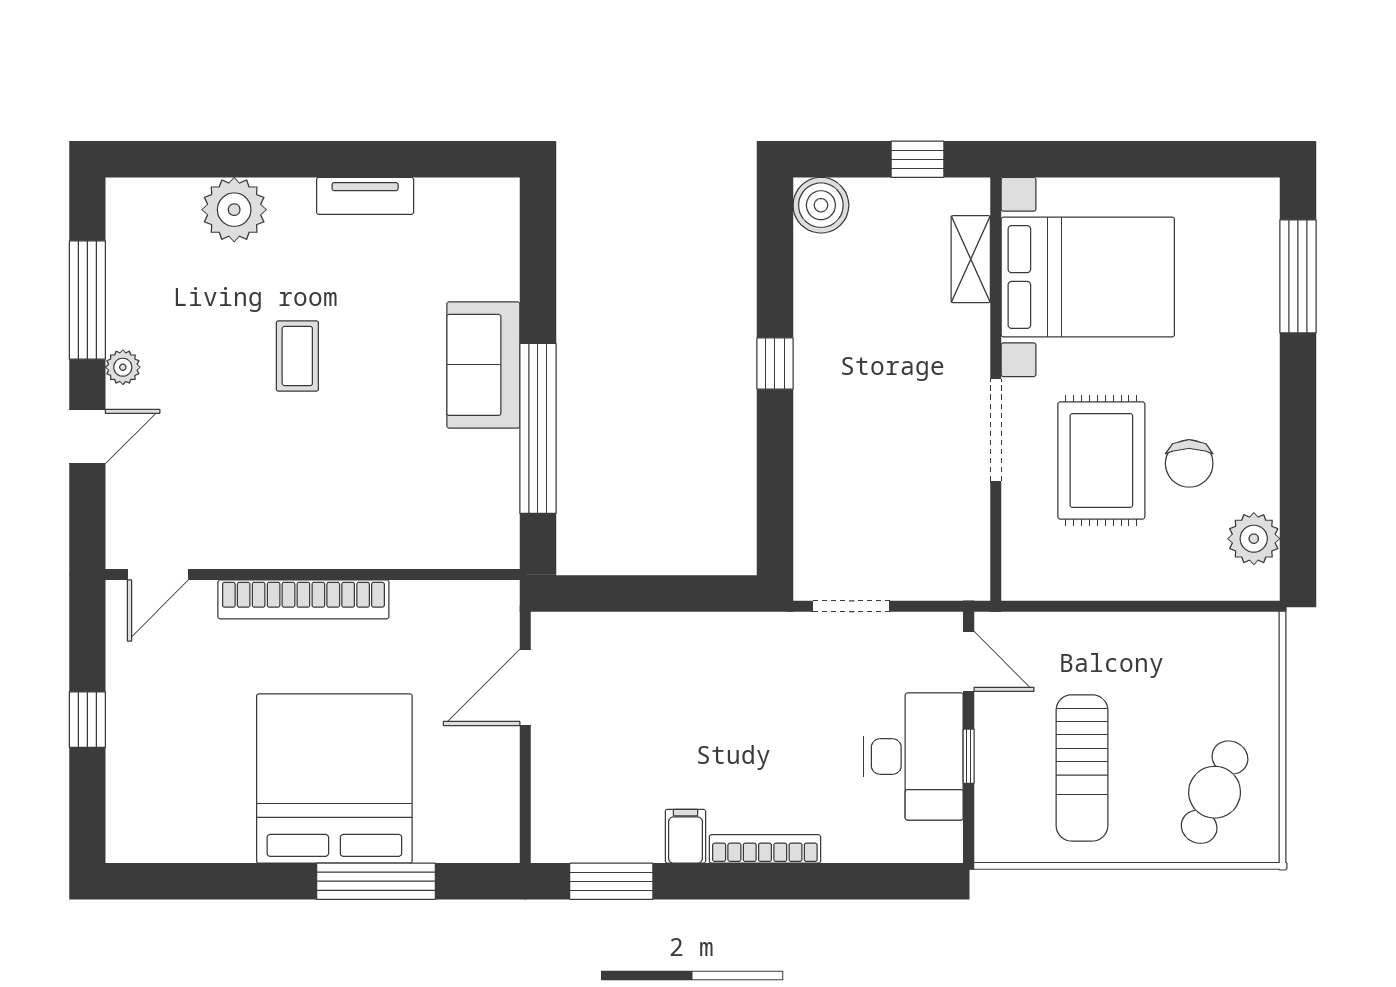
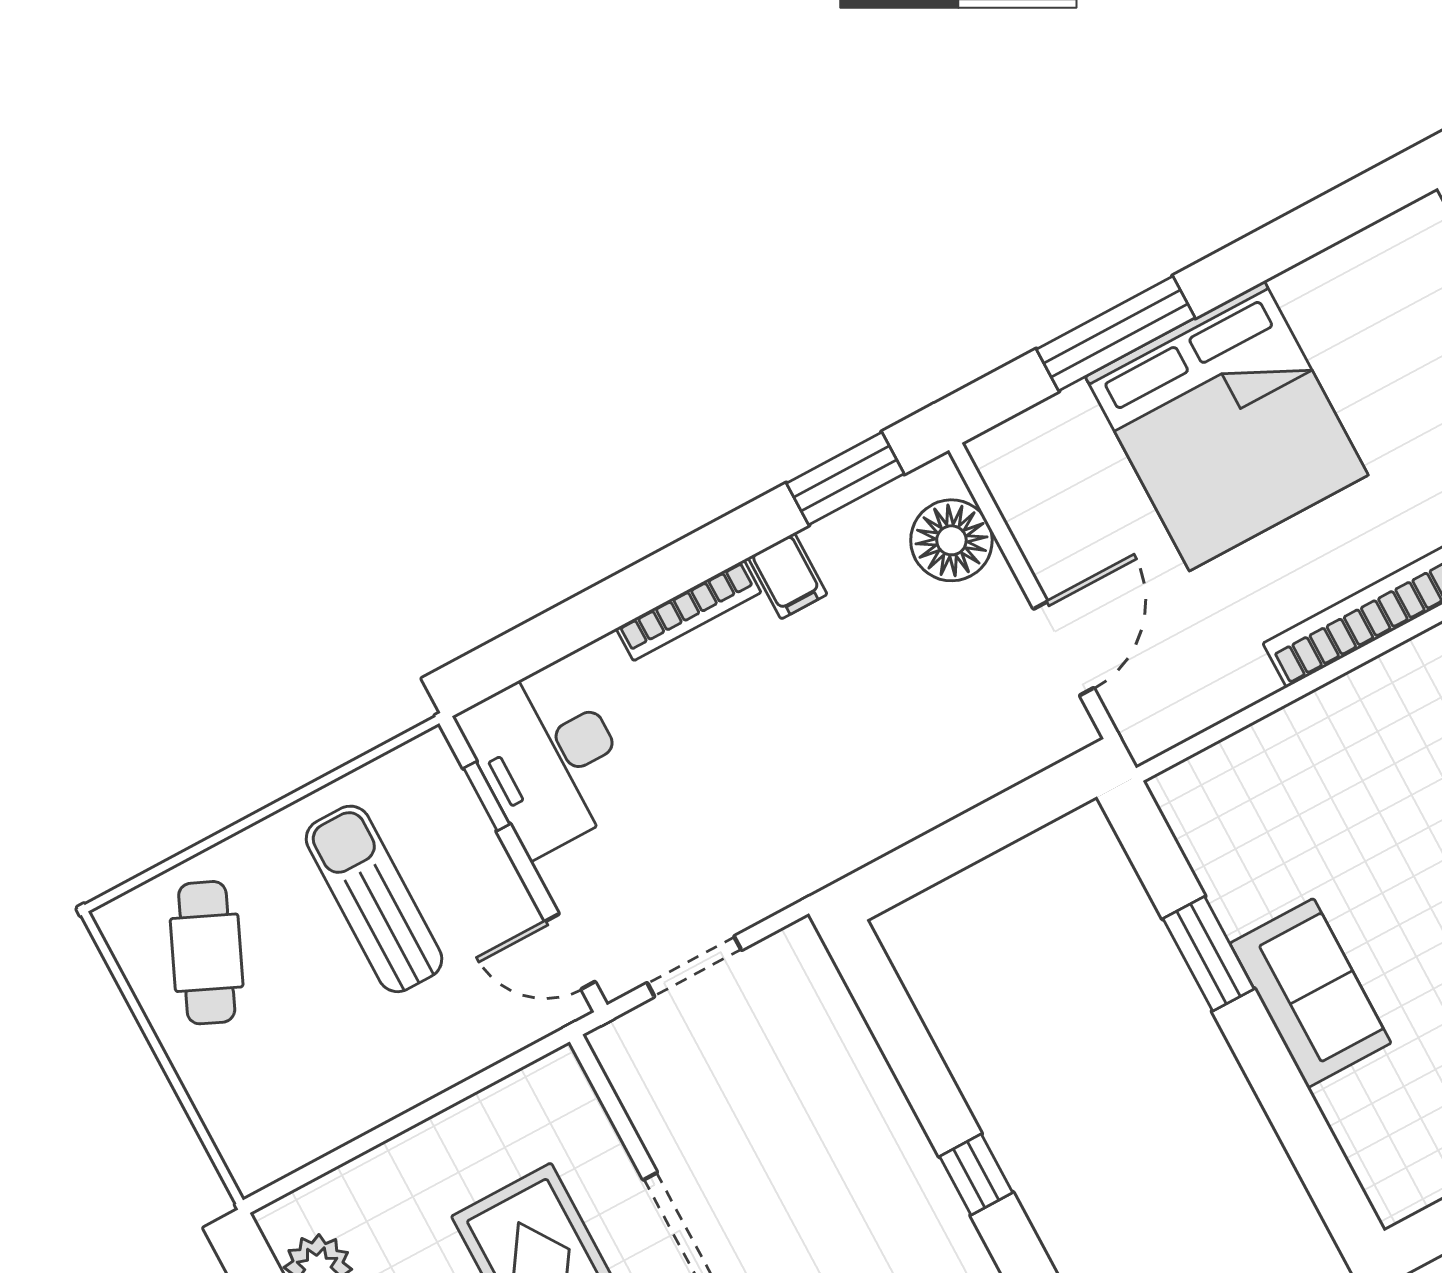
window: (538, 428) -> (1209, 954), width x0.47
doorway: (851, 606) -> (694, 967), moved
desk: (913, 756) -> (548, 759), moved
window: (969, 756) -> (487, 796), moved
floor lamp: (562, 801) -> (951, 540), added

